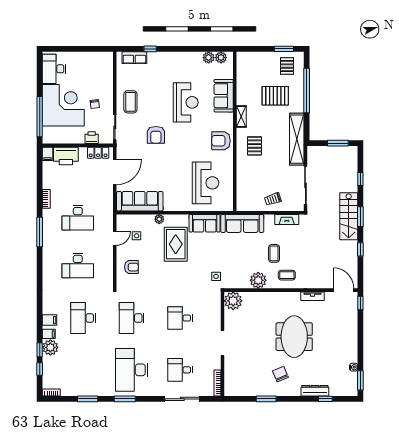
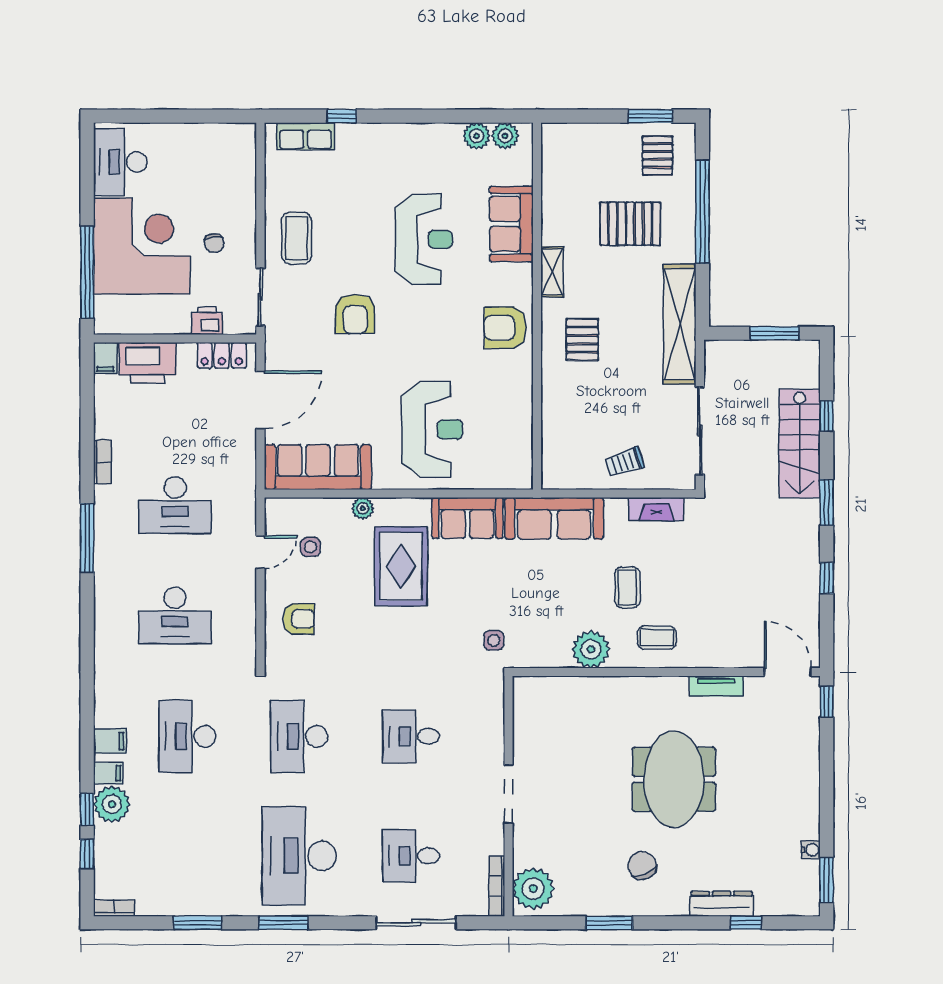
reception desk: (206, 183) -> (432, 429), moved
stairs: (349, 216) -> (800, 443), moved
plant: (233, 301) -> (533, 889), moved

